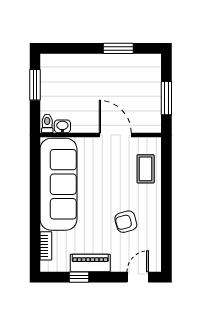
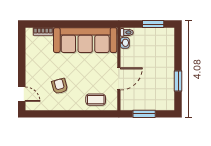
piano: (90, 263) -> (31, 62), removed
window: (79, 277) -> (22, 54), removed

